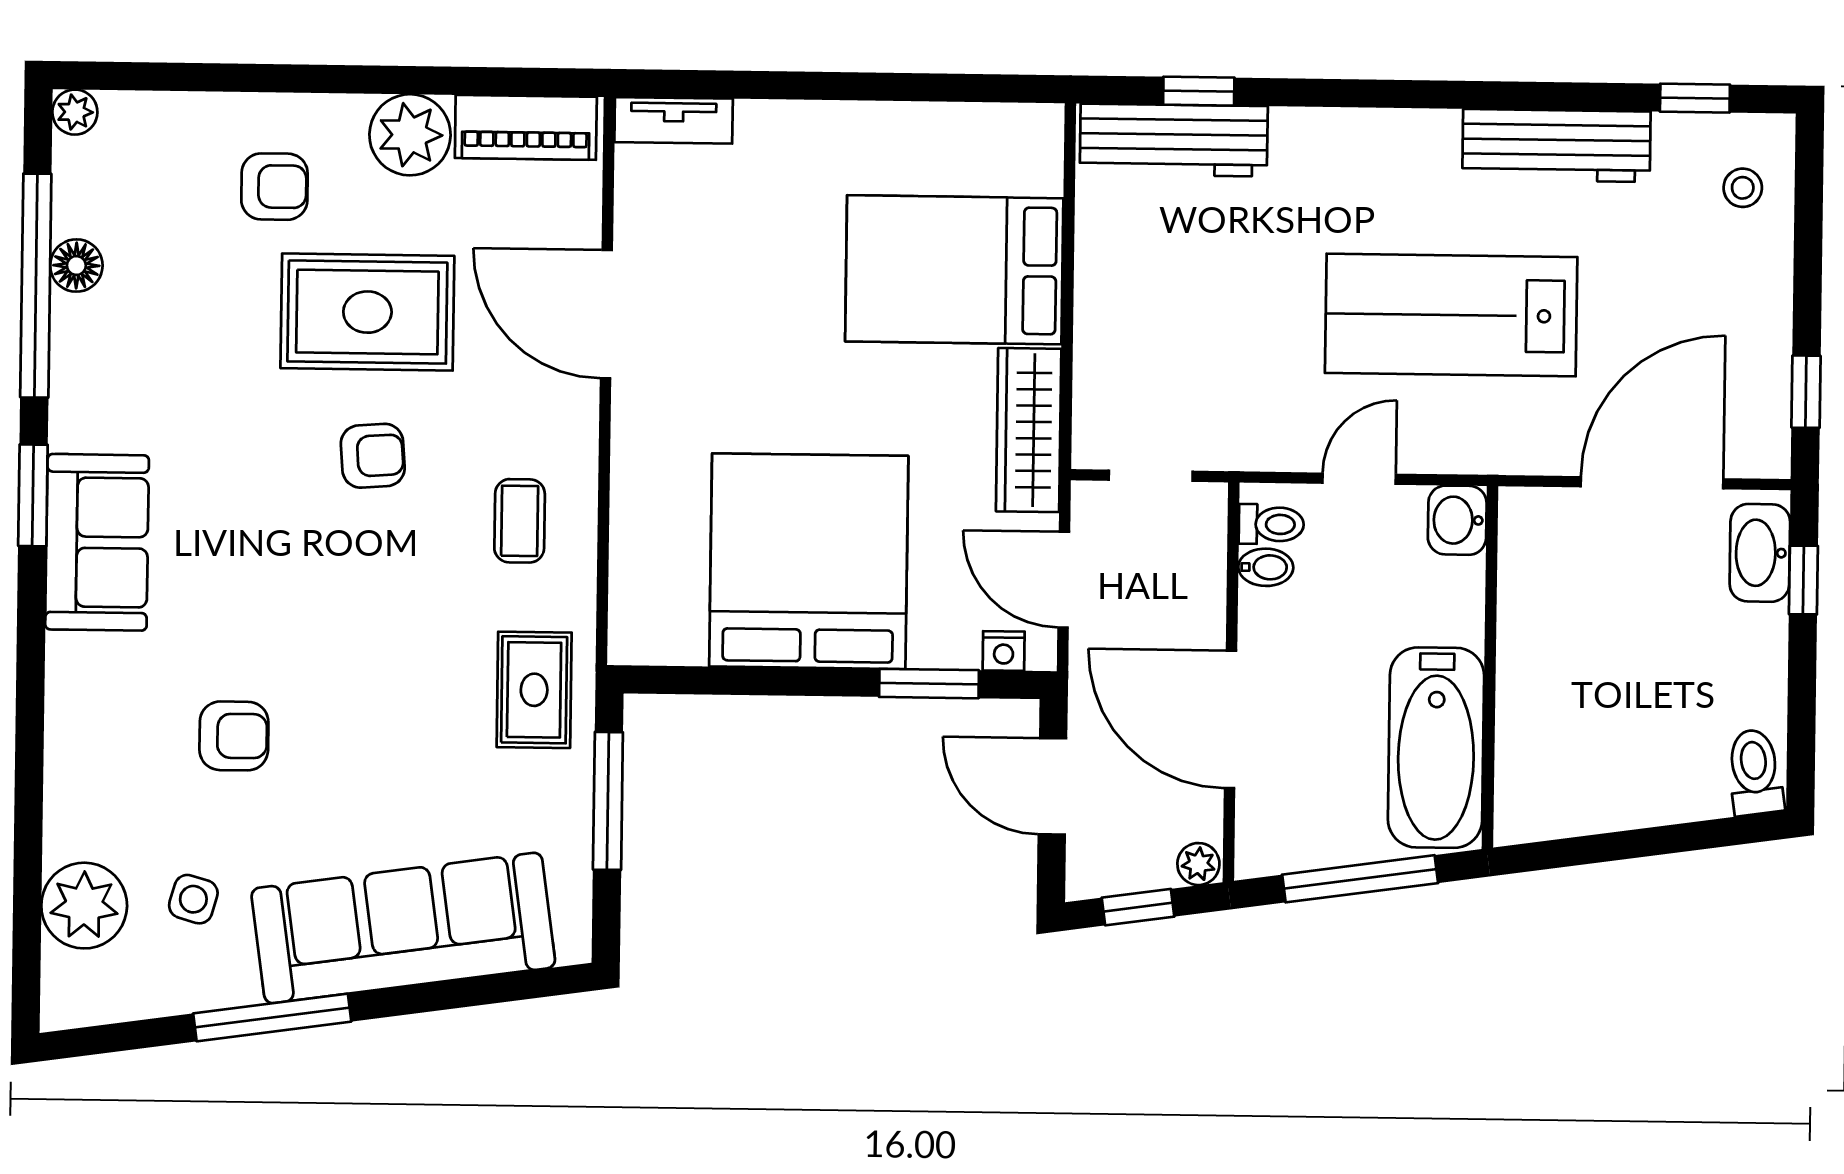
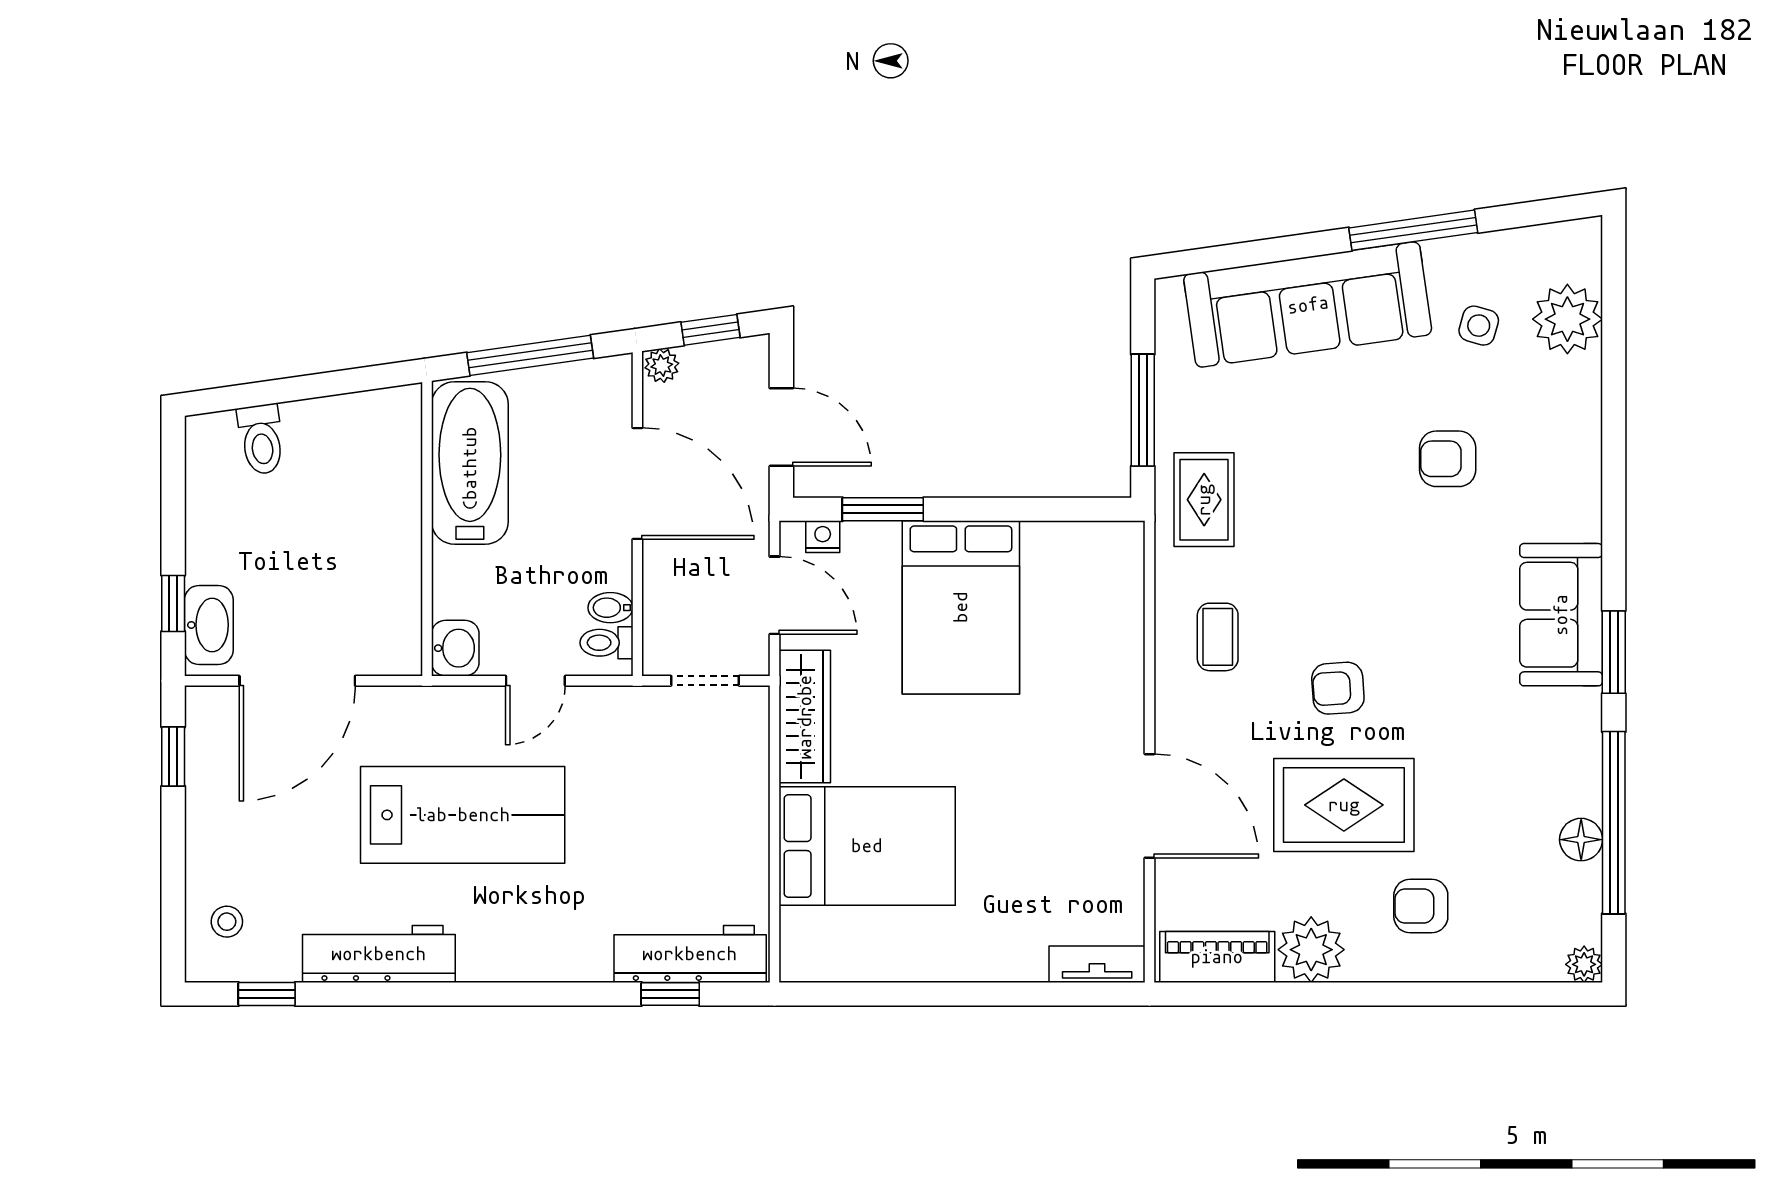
bed: (809, 561) -> (961, 607), width x0.73
toilet: (1755, 772) -> (261, 439), moved

